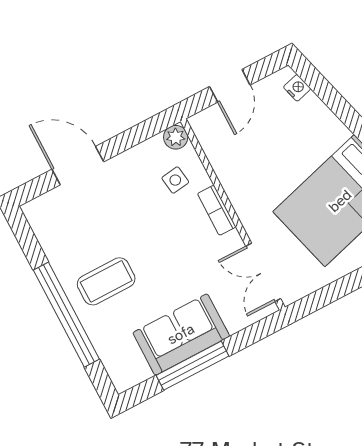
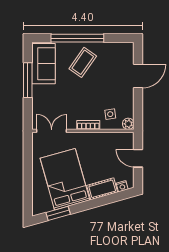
cot: (321, 122) -> (102, 189), added
coffee table: (106, 281) -> (83, 62), turned 35
sofa: (181, 334) -> (43, 64), moved

